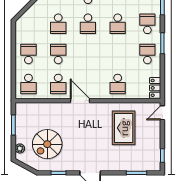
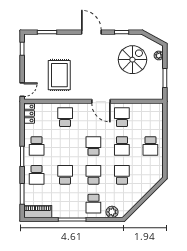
school desk: (28, 84) -> (93, 146), moved

